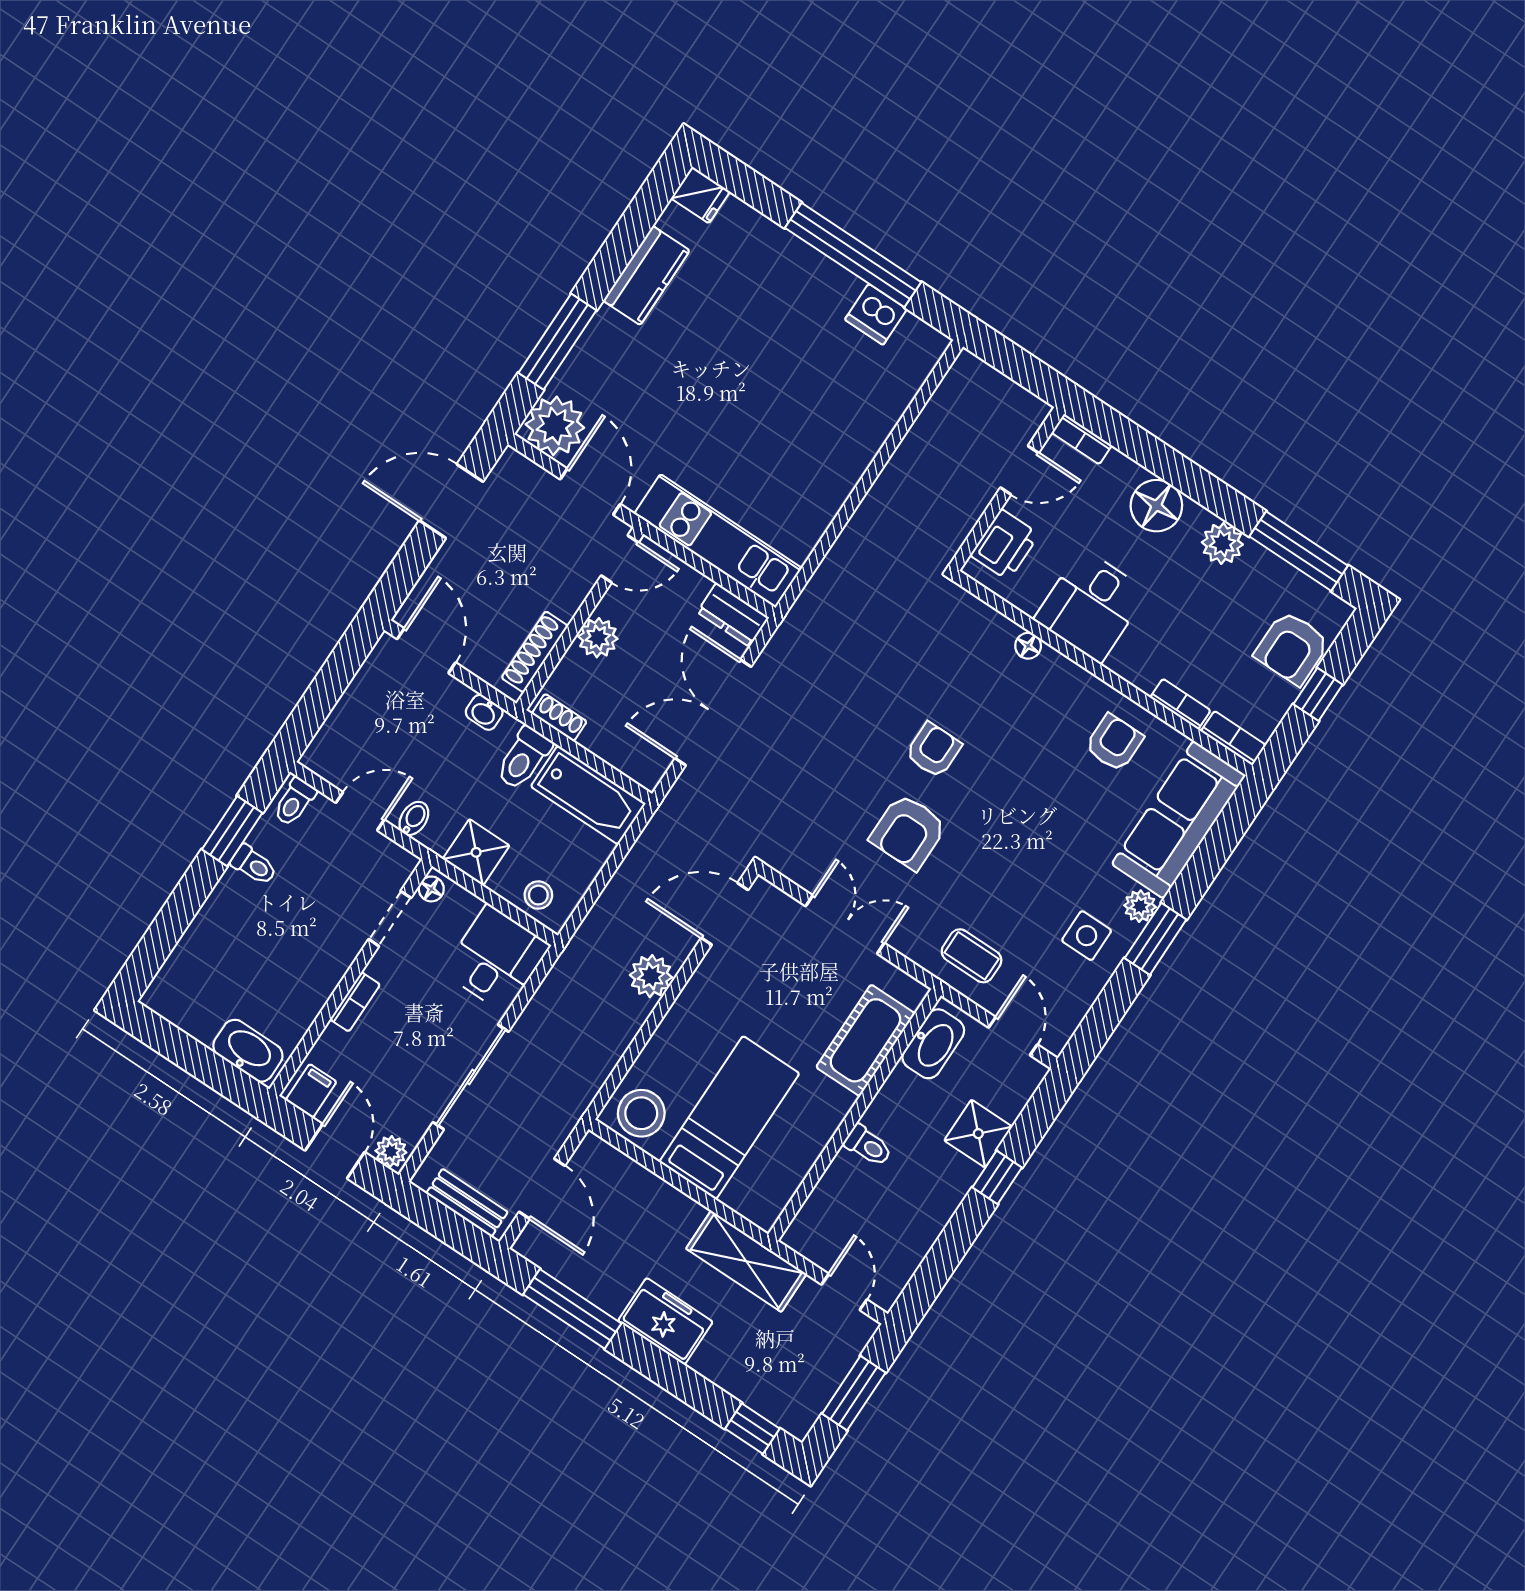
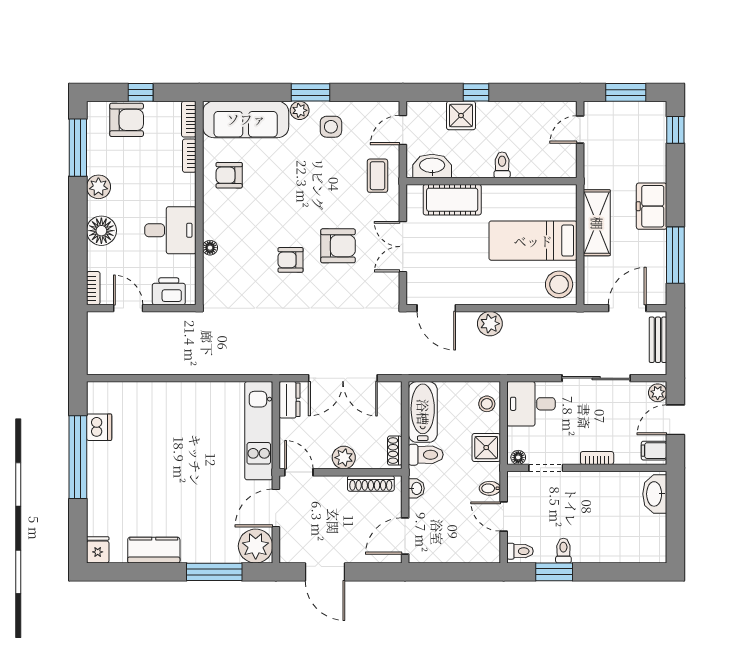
shelving: (746, 1261) -> (597, 223), moved

